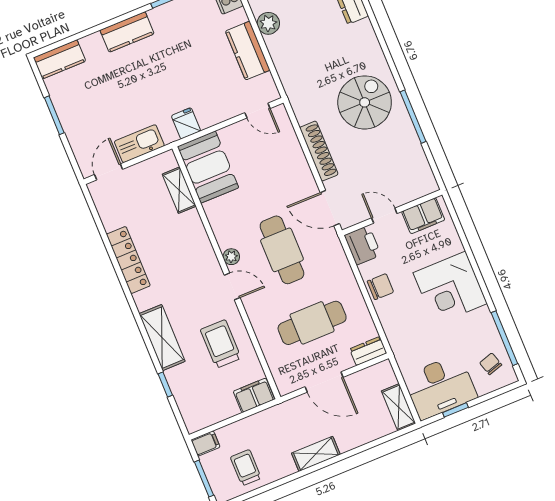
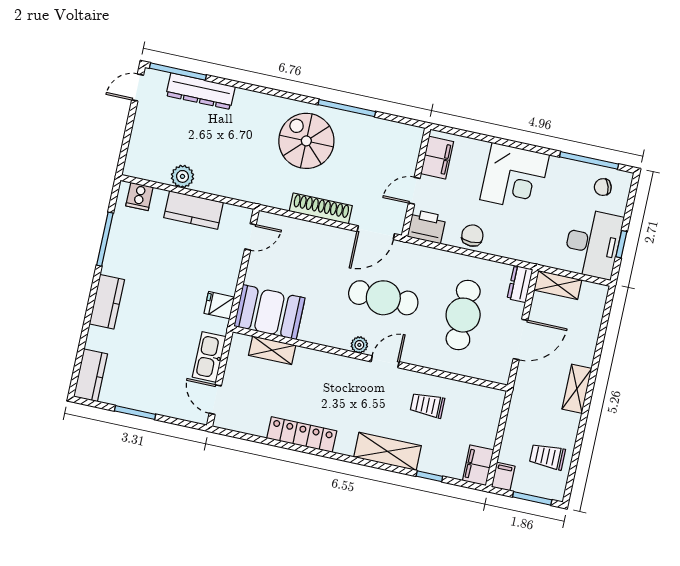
trolley: (221, 344) -> (427, 405), width x0.73, depth x0.72
filing cabinet: (254, 395) -> (478, 465), moved
shelving: (399, 407) -> (558, 285), moved

